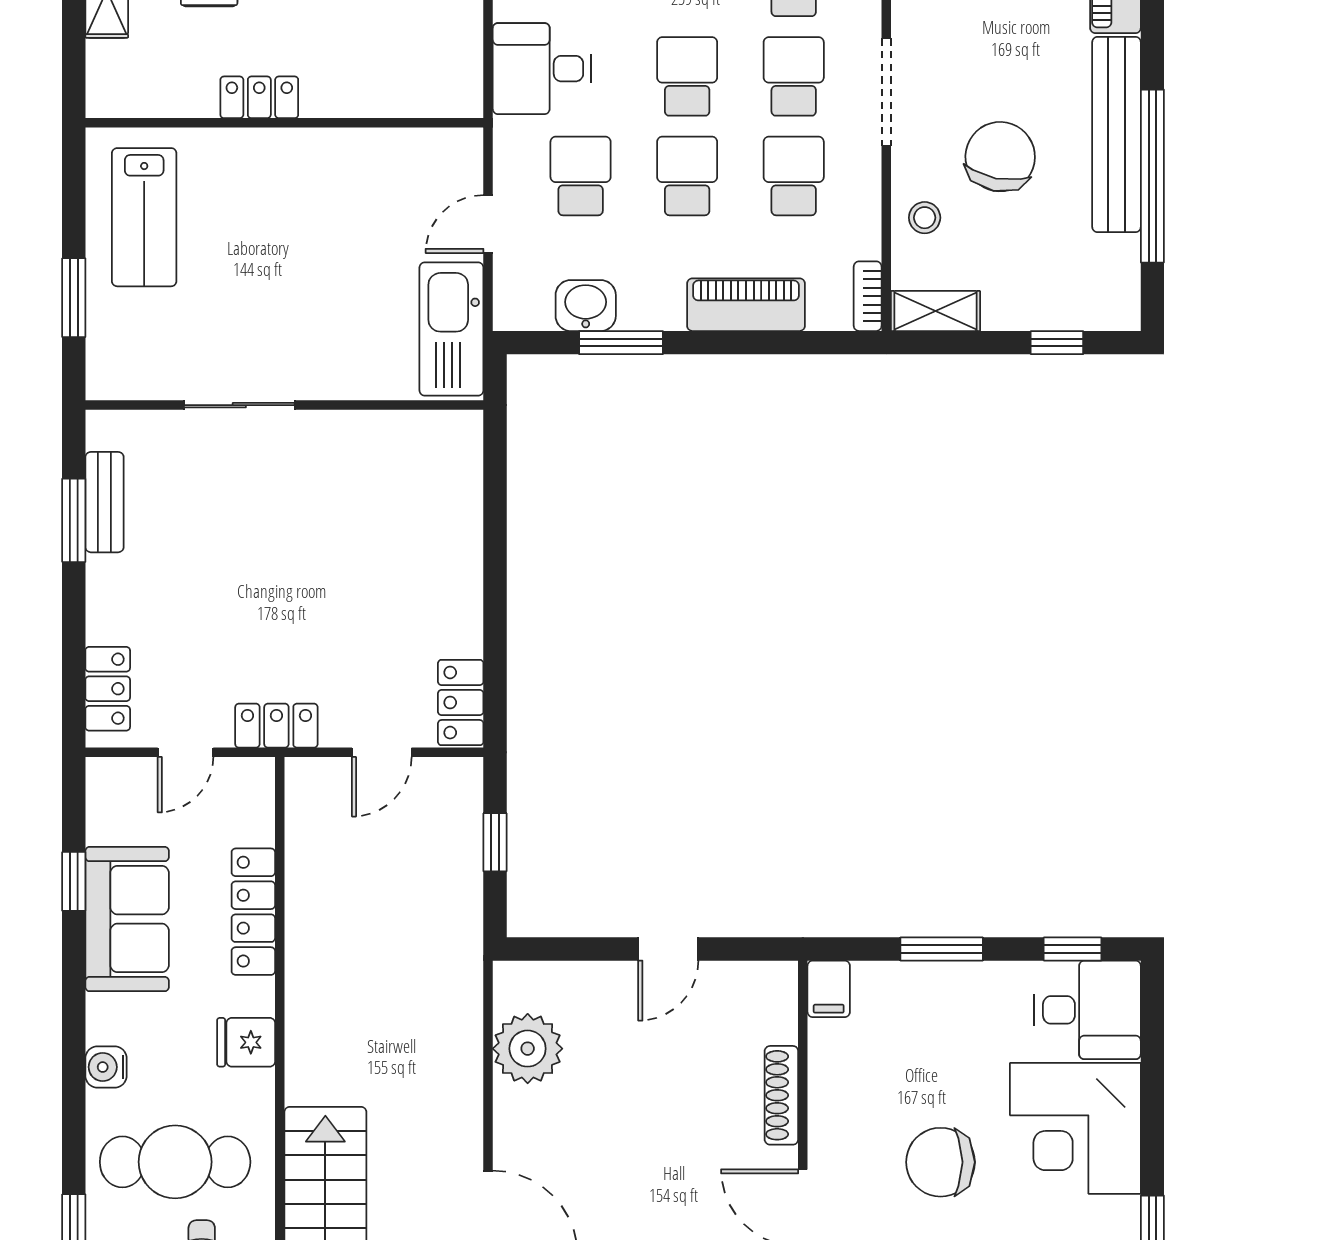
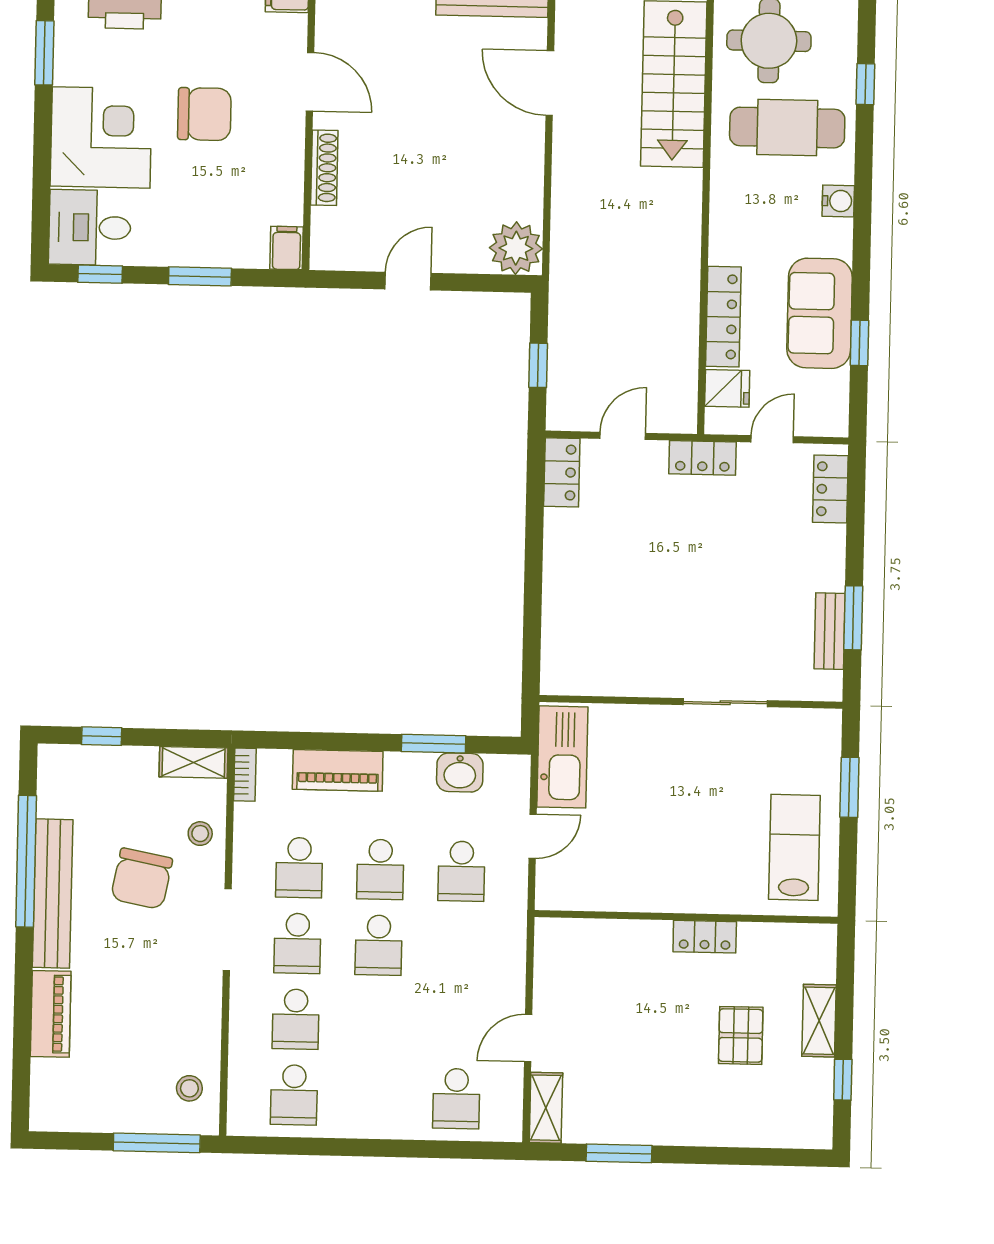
desk: (542, 69) -> (489, 954), removed
fridge: (246, 1042) -> (727, 388), moved
plant: (528, 1049) -> (516, 248), moved

